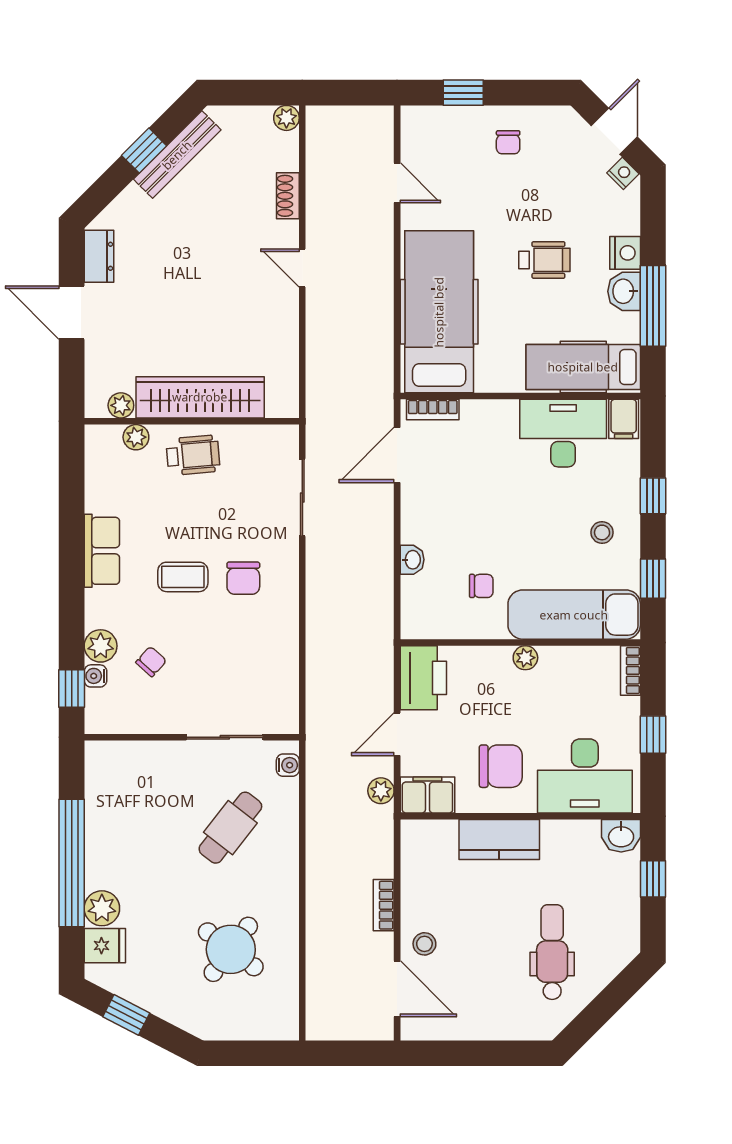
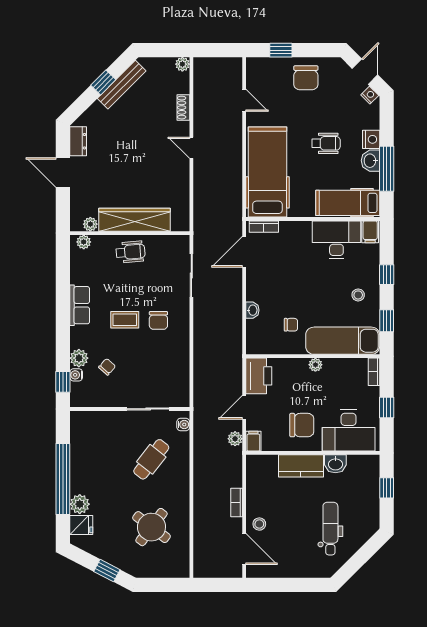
chair: (508, 142) -> (306, 78), width x1.87, depth x1.87
plant: (136, 437) -> (84, 242), moved
filing cabinet: (427, 795) -> (253, 441), width x0.50
washbasin: (621, 836) -> (335, 464), moved
window: (126, 1015) -> (107, 571), moved

